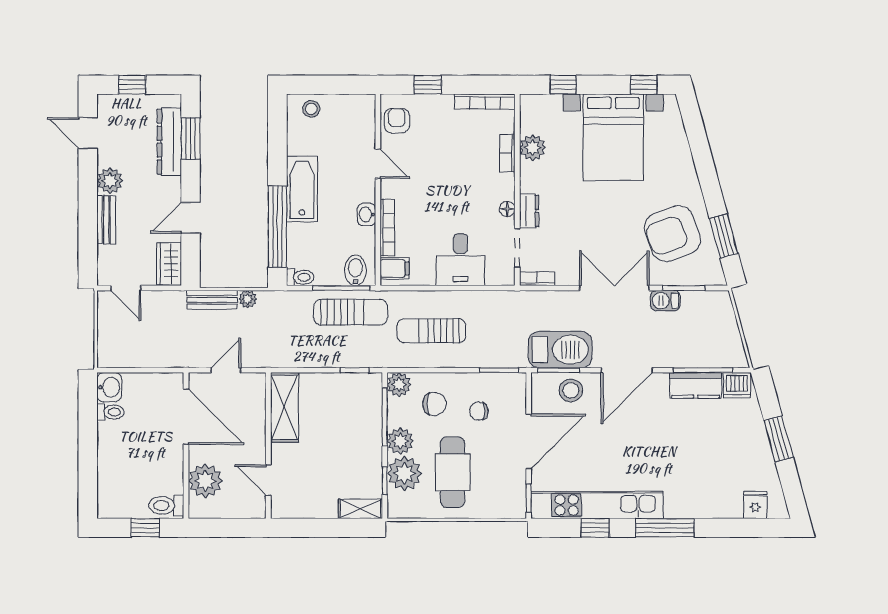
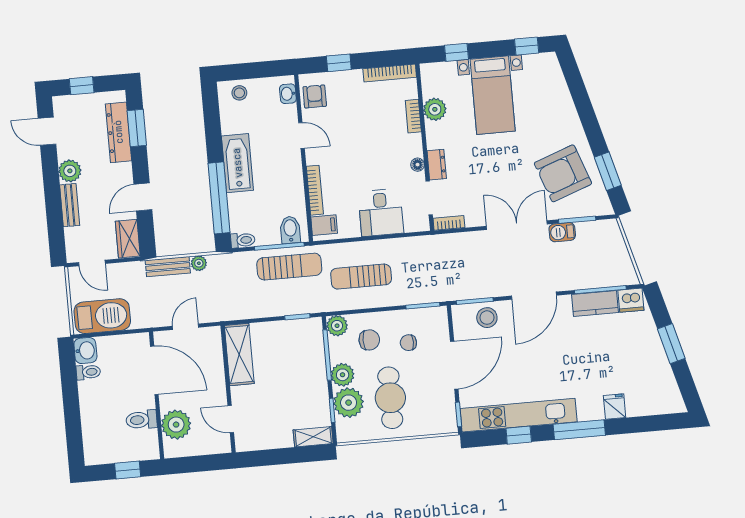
bed with nightstands: (613, 137) -> (493, 95), width x0.73
washbasin: (367, 214) -> (288, 94), moved
barbecue: (560, 350) -> (102, 316), moved
toilet: (166, 505) -> (141, 420), moved
fridge: (755, 505) -> (615, 406), moved

